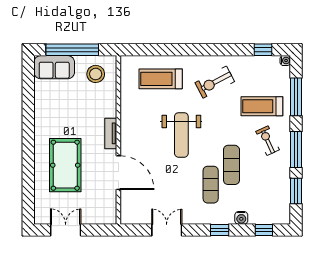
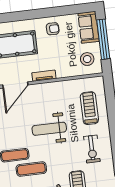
exercise bike: (215, 82) -> (92, 149), turned -152
armchair: (50, 115) -> (53, 29), added

